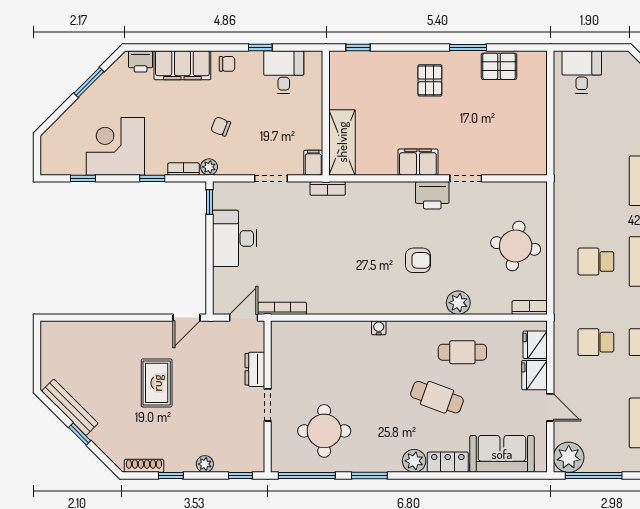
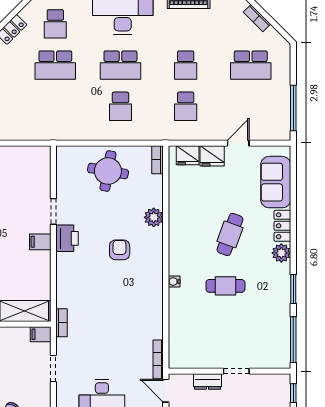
filing cabinet: (418, 162) -> (40, 242), width x0.50
cafe table: (462, 352) -> (225, 286), moved, turned 90
round table: (324, 431) -> (257, 326), removed
plant: (569, 457) -> (278, 128), removed

